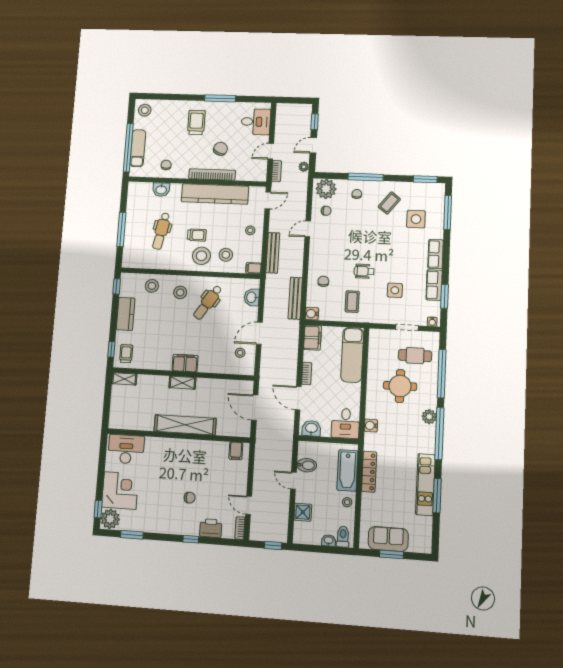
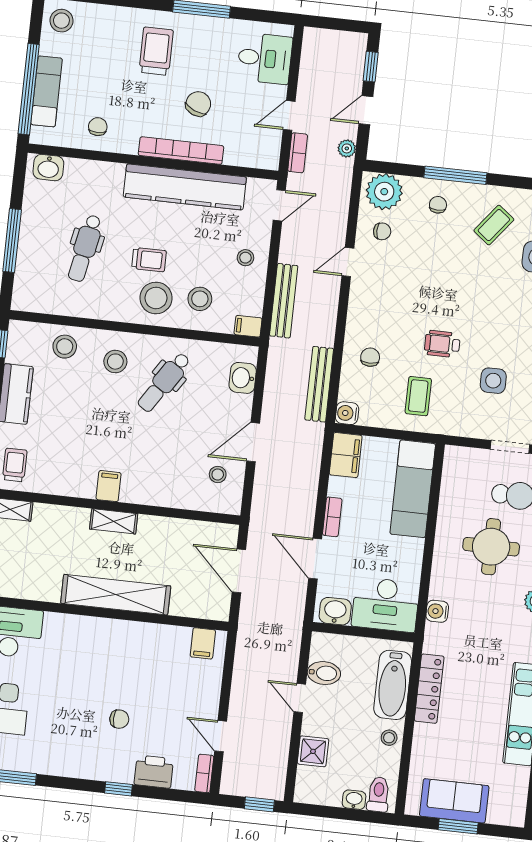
washbasin: (161, 190) -> (48, 168), moved
filing cabinet: (185, 363) -> (109, 486), width x0.50
desk: (346, 423) -> (386, 605), width x1.37

